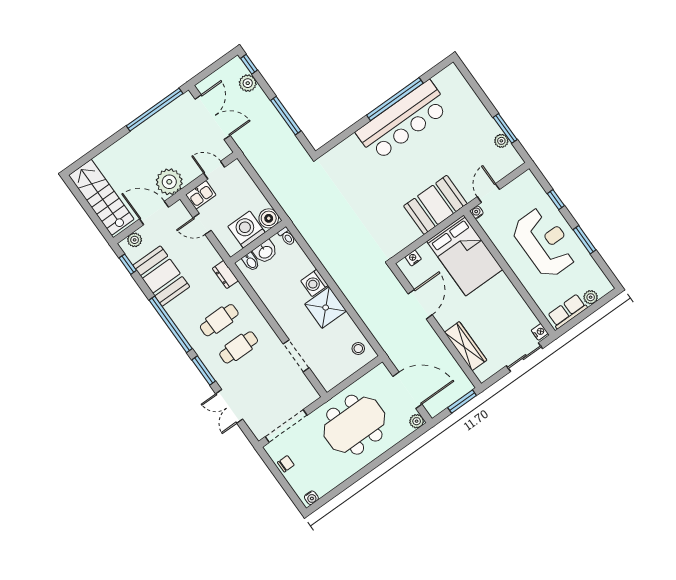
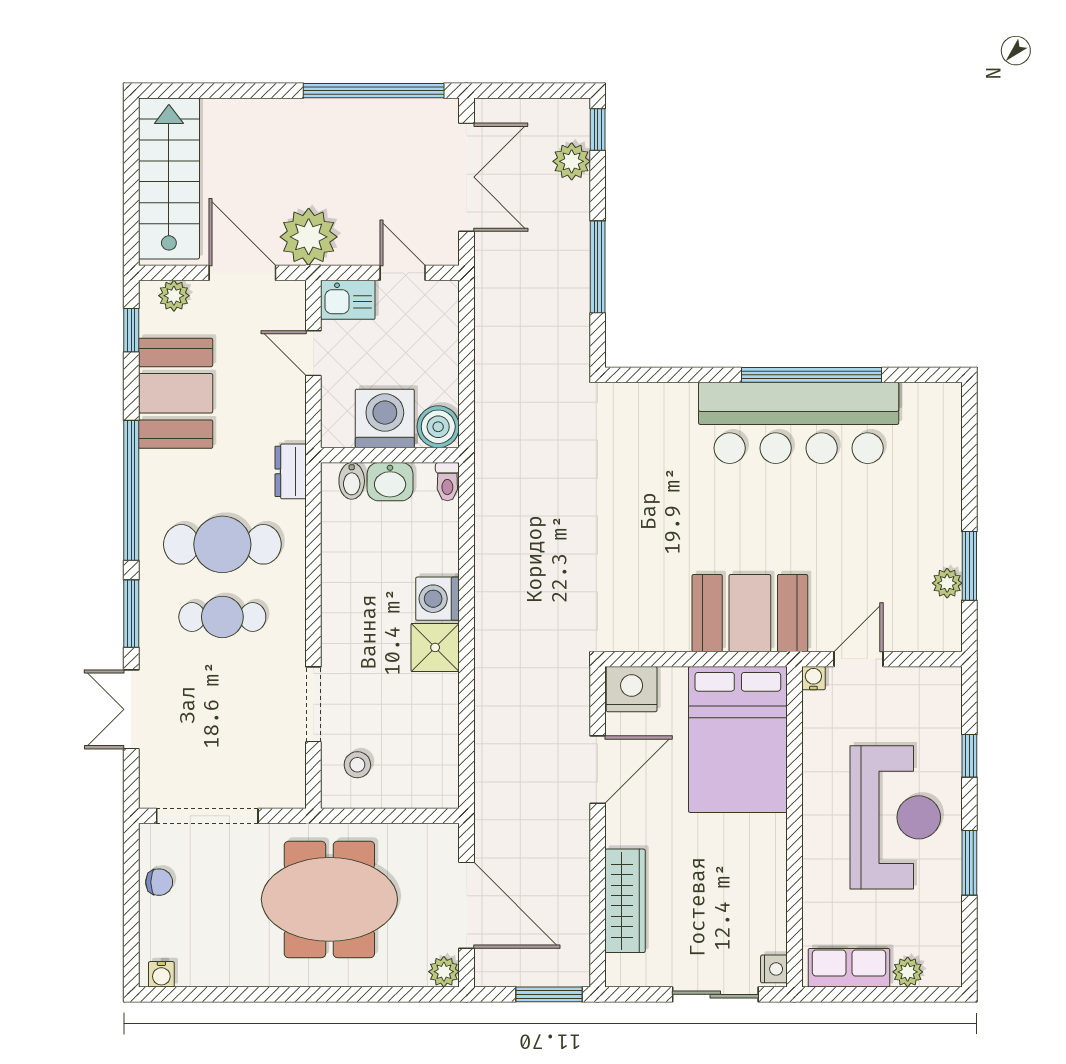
nightstand: (413, 258) -> (632, 689), width x1.89, depth x1.79
shower: (326, 308) -> (435, 647), width x0.73, depth x0.73
cafe table: (219, 320) -> (222, 544), width x1.37, depth x1.35
stool: (358, 349) -> (357, 765), moved

